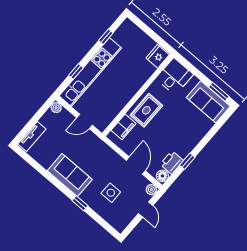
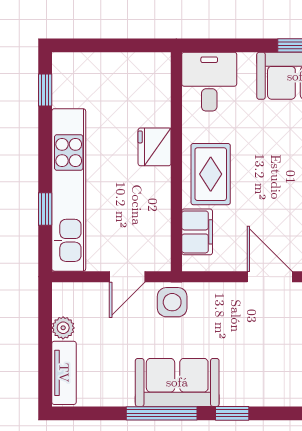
window: (106, 37) -> (45, 90), moved
fridge: (158, 56) -> (155, 147), moved
plant: (56, 108) -> (63, 328), moved
window: (54, 181) -> (162, 413), added
side table: (111, 193) -> (172, 302), moved

